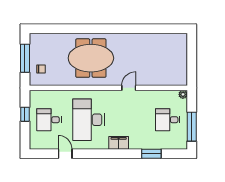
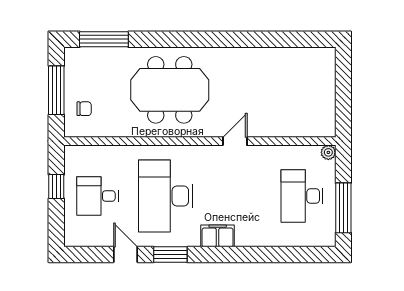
window: (53, 29) -> (104, 39), added
desk: (168, 120) -> (302, 196), width x1.37
window: (151, 154) -> (170, 255), moved

